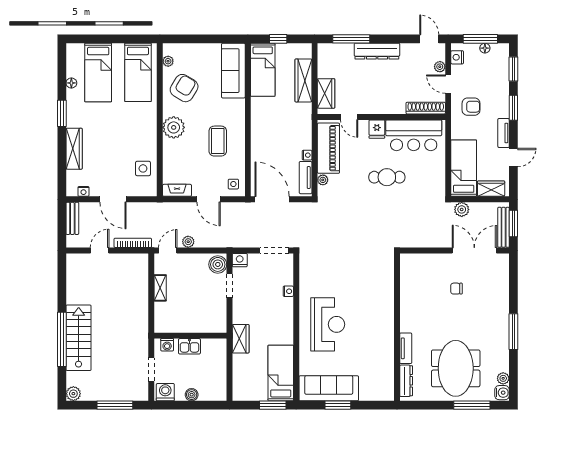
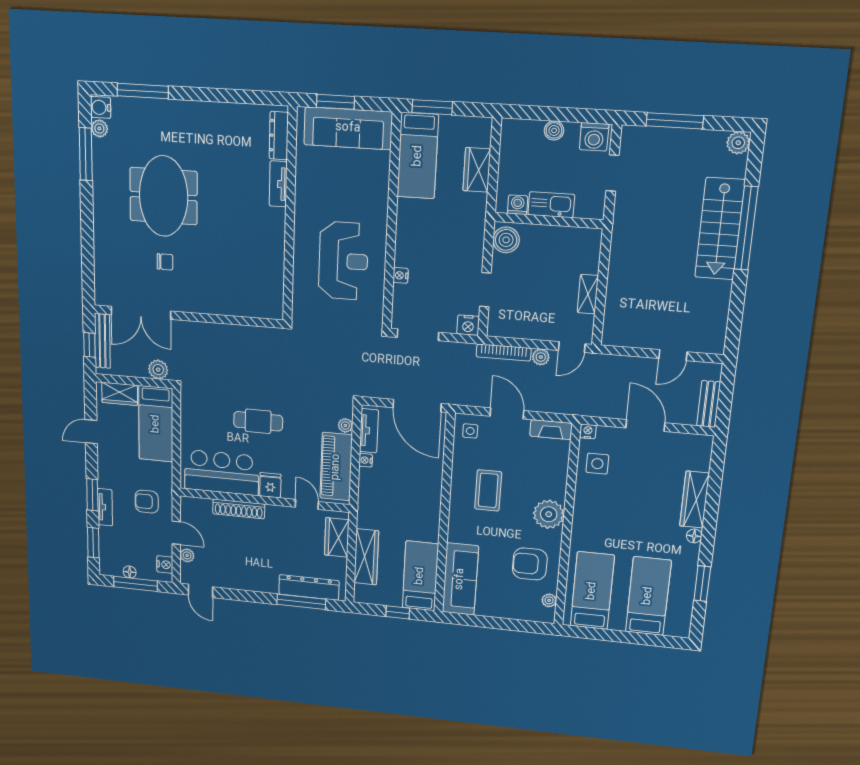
dresser: (377, 51) -> (309, 587), moved
floor lamp: (71, 83) -> (694, 536), moved
armchair: (184, 88) -> (530, 564), turned 59
shoe rack: (426, 108) -> (239, 509), moved
window: (62, 113) -> (702, 584), moved
tv unit: (504, 133) -> (105, 507), moved
nightstand: (83, 191) -> (588, 431), moved
window: (513, 224) -> (89, 345), width x0.67
bookcase: (133, 243) -> (504, 352), moved
boiler: (218, 264) -> (506, 240), moved
reception desk: (328, 324) -> (343, 261), moved, turned 180
wall: (397, 327) -> (290, 216), moved
window: (513, 332) -> (86, 154), moved
wardrobe: (241, 339) -> (477, 170), moved
washing machine: (167, 345) -> (518, 205), moved
kitchen sink: (189, 346) -> (551, 205), width x1.38
tv unit: (406, 348) -> (278, 184), moved
meeting table: (456, 368) -> (164, 196), moved
dresser: (406, 381) -> (279, 136), moved

